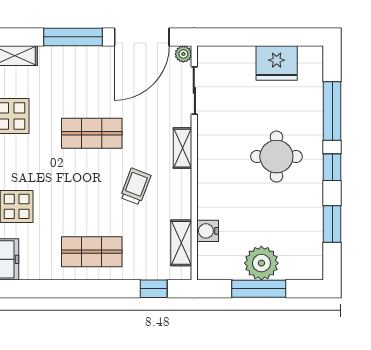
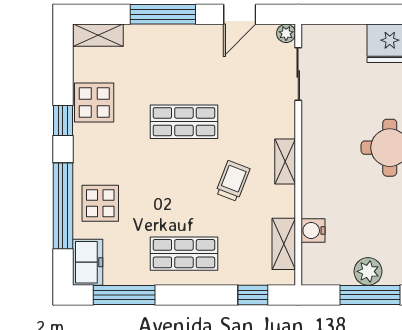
door: (142, 37) -> (240, 14), width x0.53
shelving: (183, 148) -> (285, 162), moved
plant: (261, 263) -> (368, 271), width x0.73, depth x0.73
window: (38, 289) -> (124, 295), added

